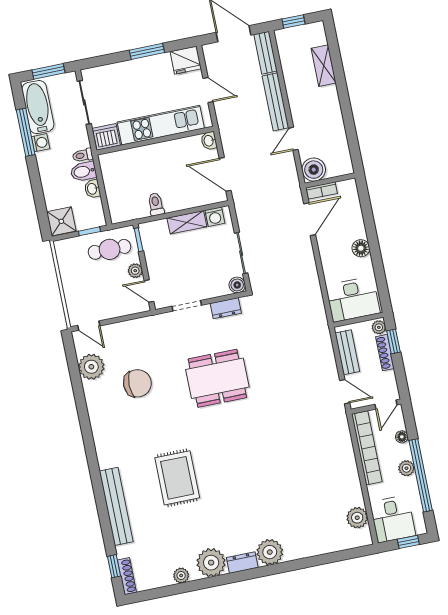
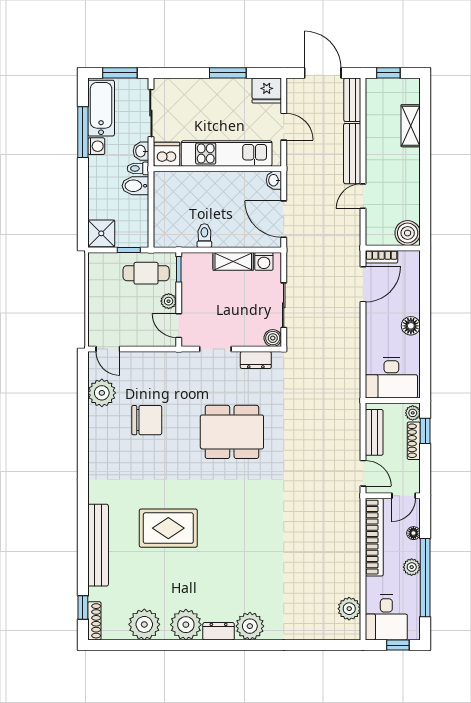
boiler: (314, 170) -> (408, 233), moved
washbasin: (92, 189) -> (141, 151), moved
rug: (177, 478) -> (168, 528), turned 90
plant: (181, 575) -> (144, 624), width x1.87, depth x1.87

